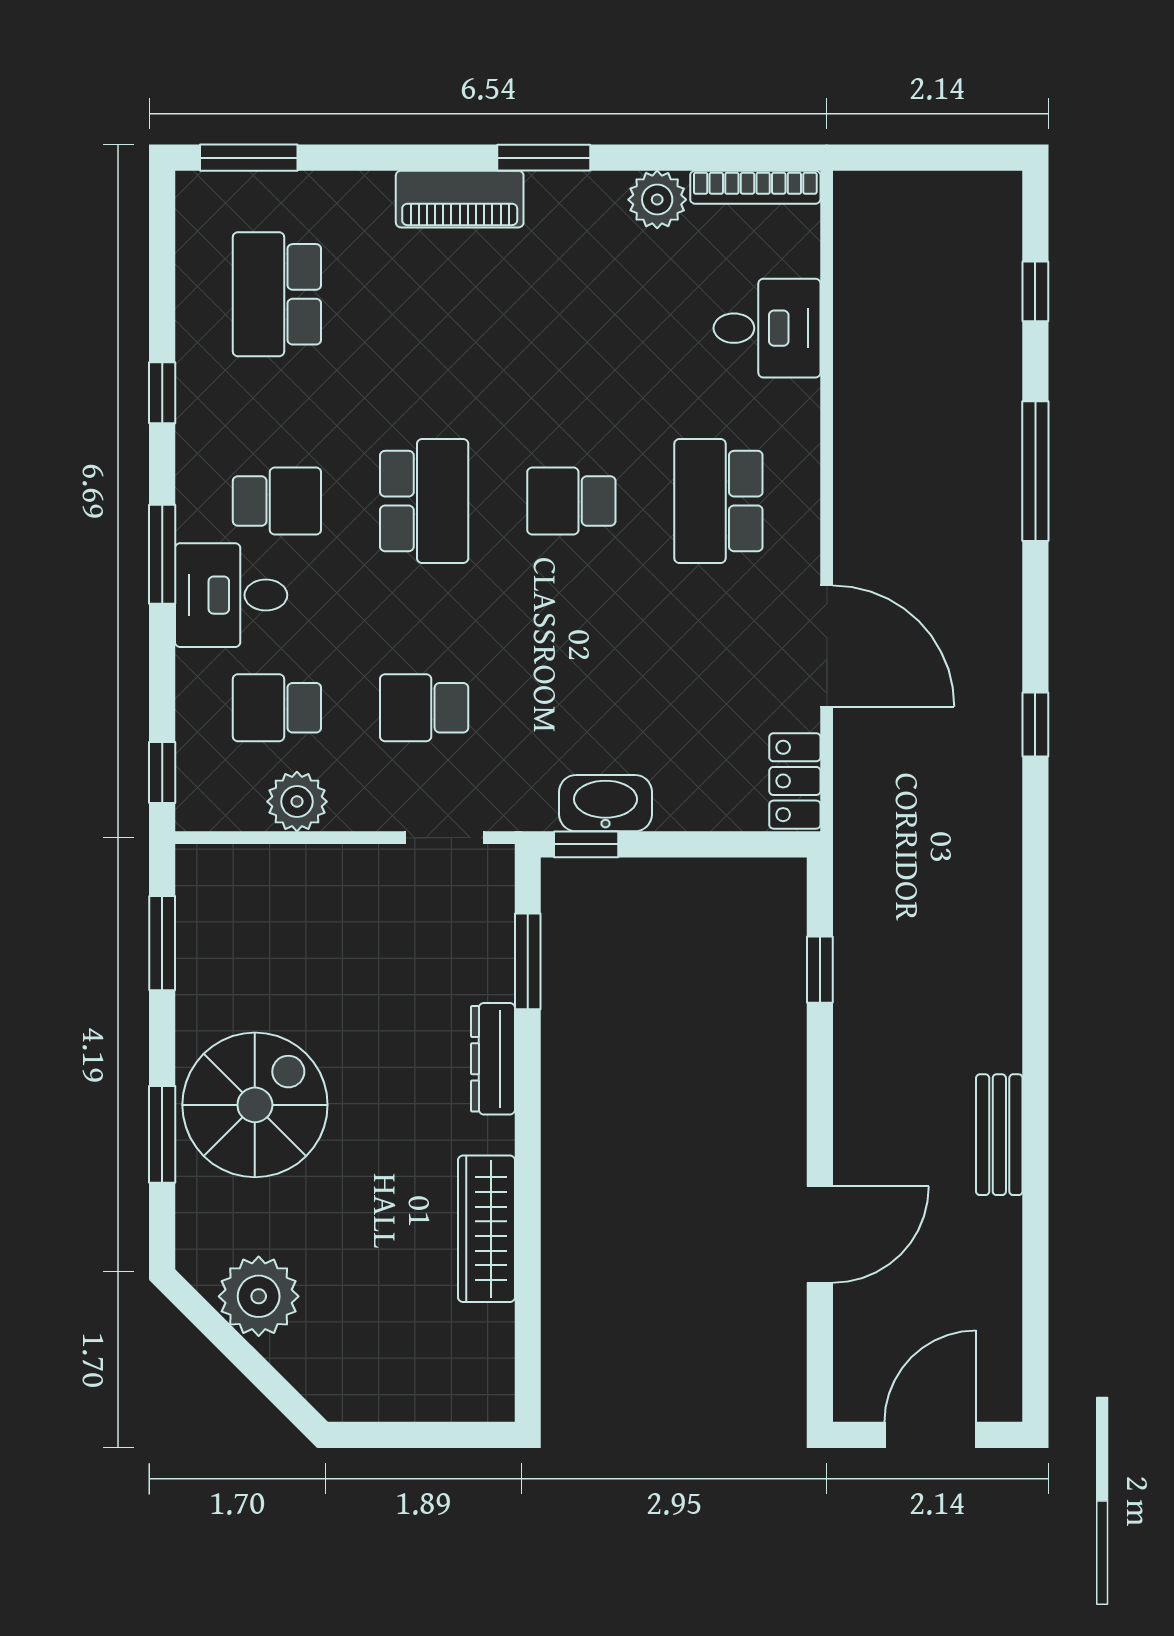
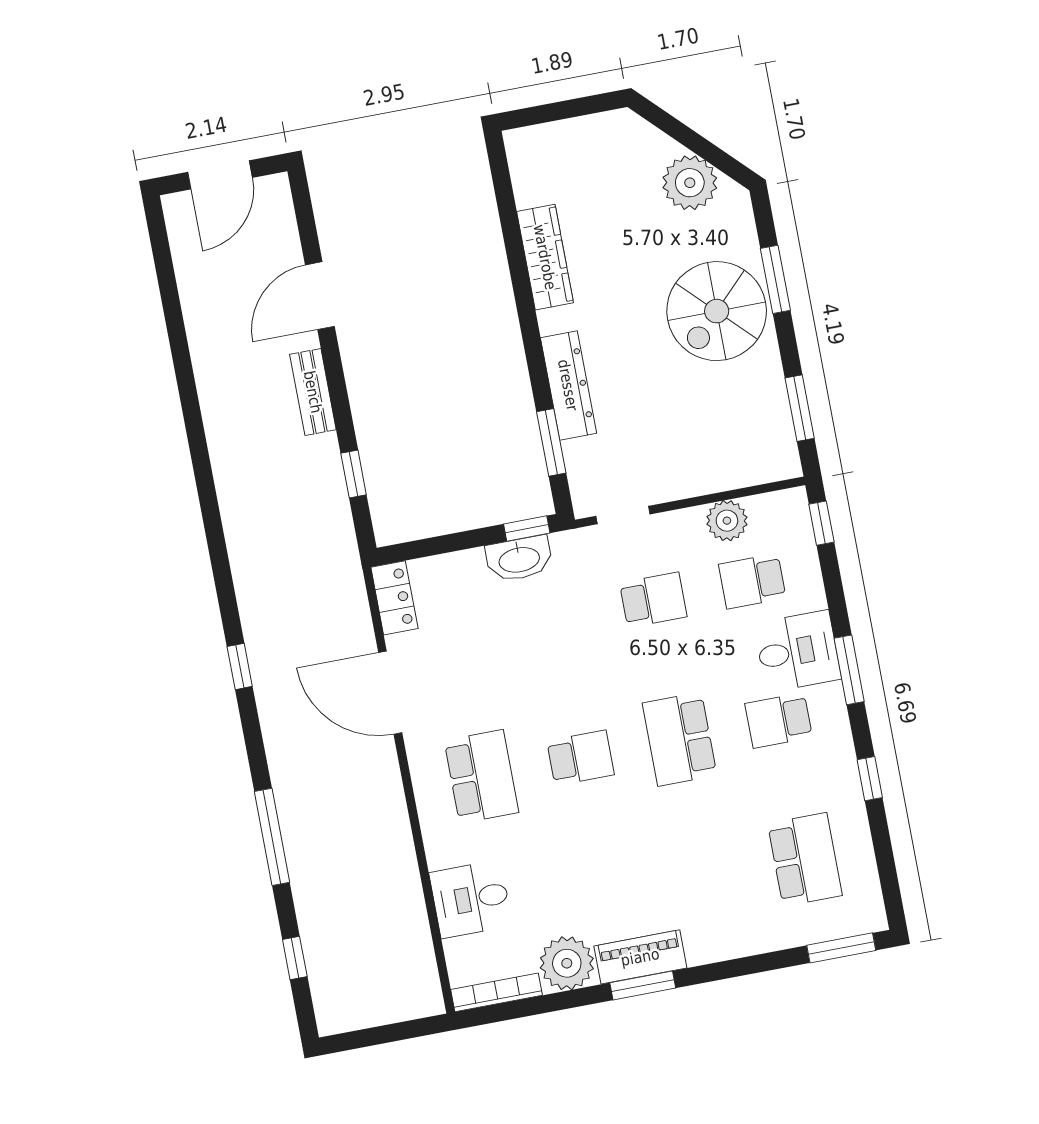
piano: (460, 199) -> (640, 957), moved
plant: (657, 200) -> (567, 963), width x1.36, depth x1.36
school desk: (277, 708) -> (752, 581), turned 180
dresser: (493, 1059) -> (568, 385), width x1.37, depth x1.24
bench: (999, 1135) -> (313, 392), moved

